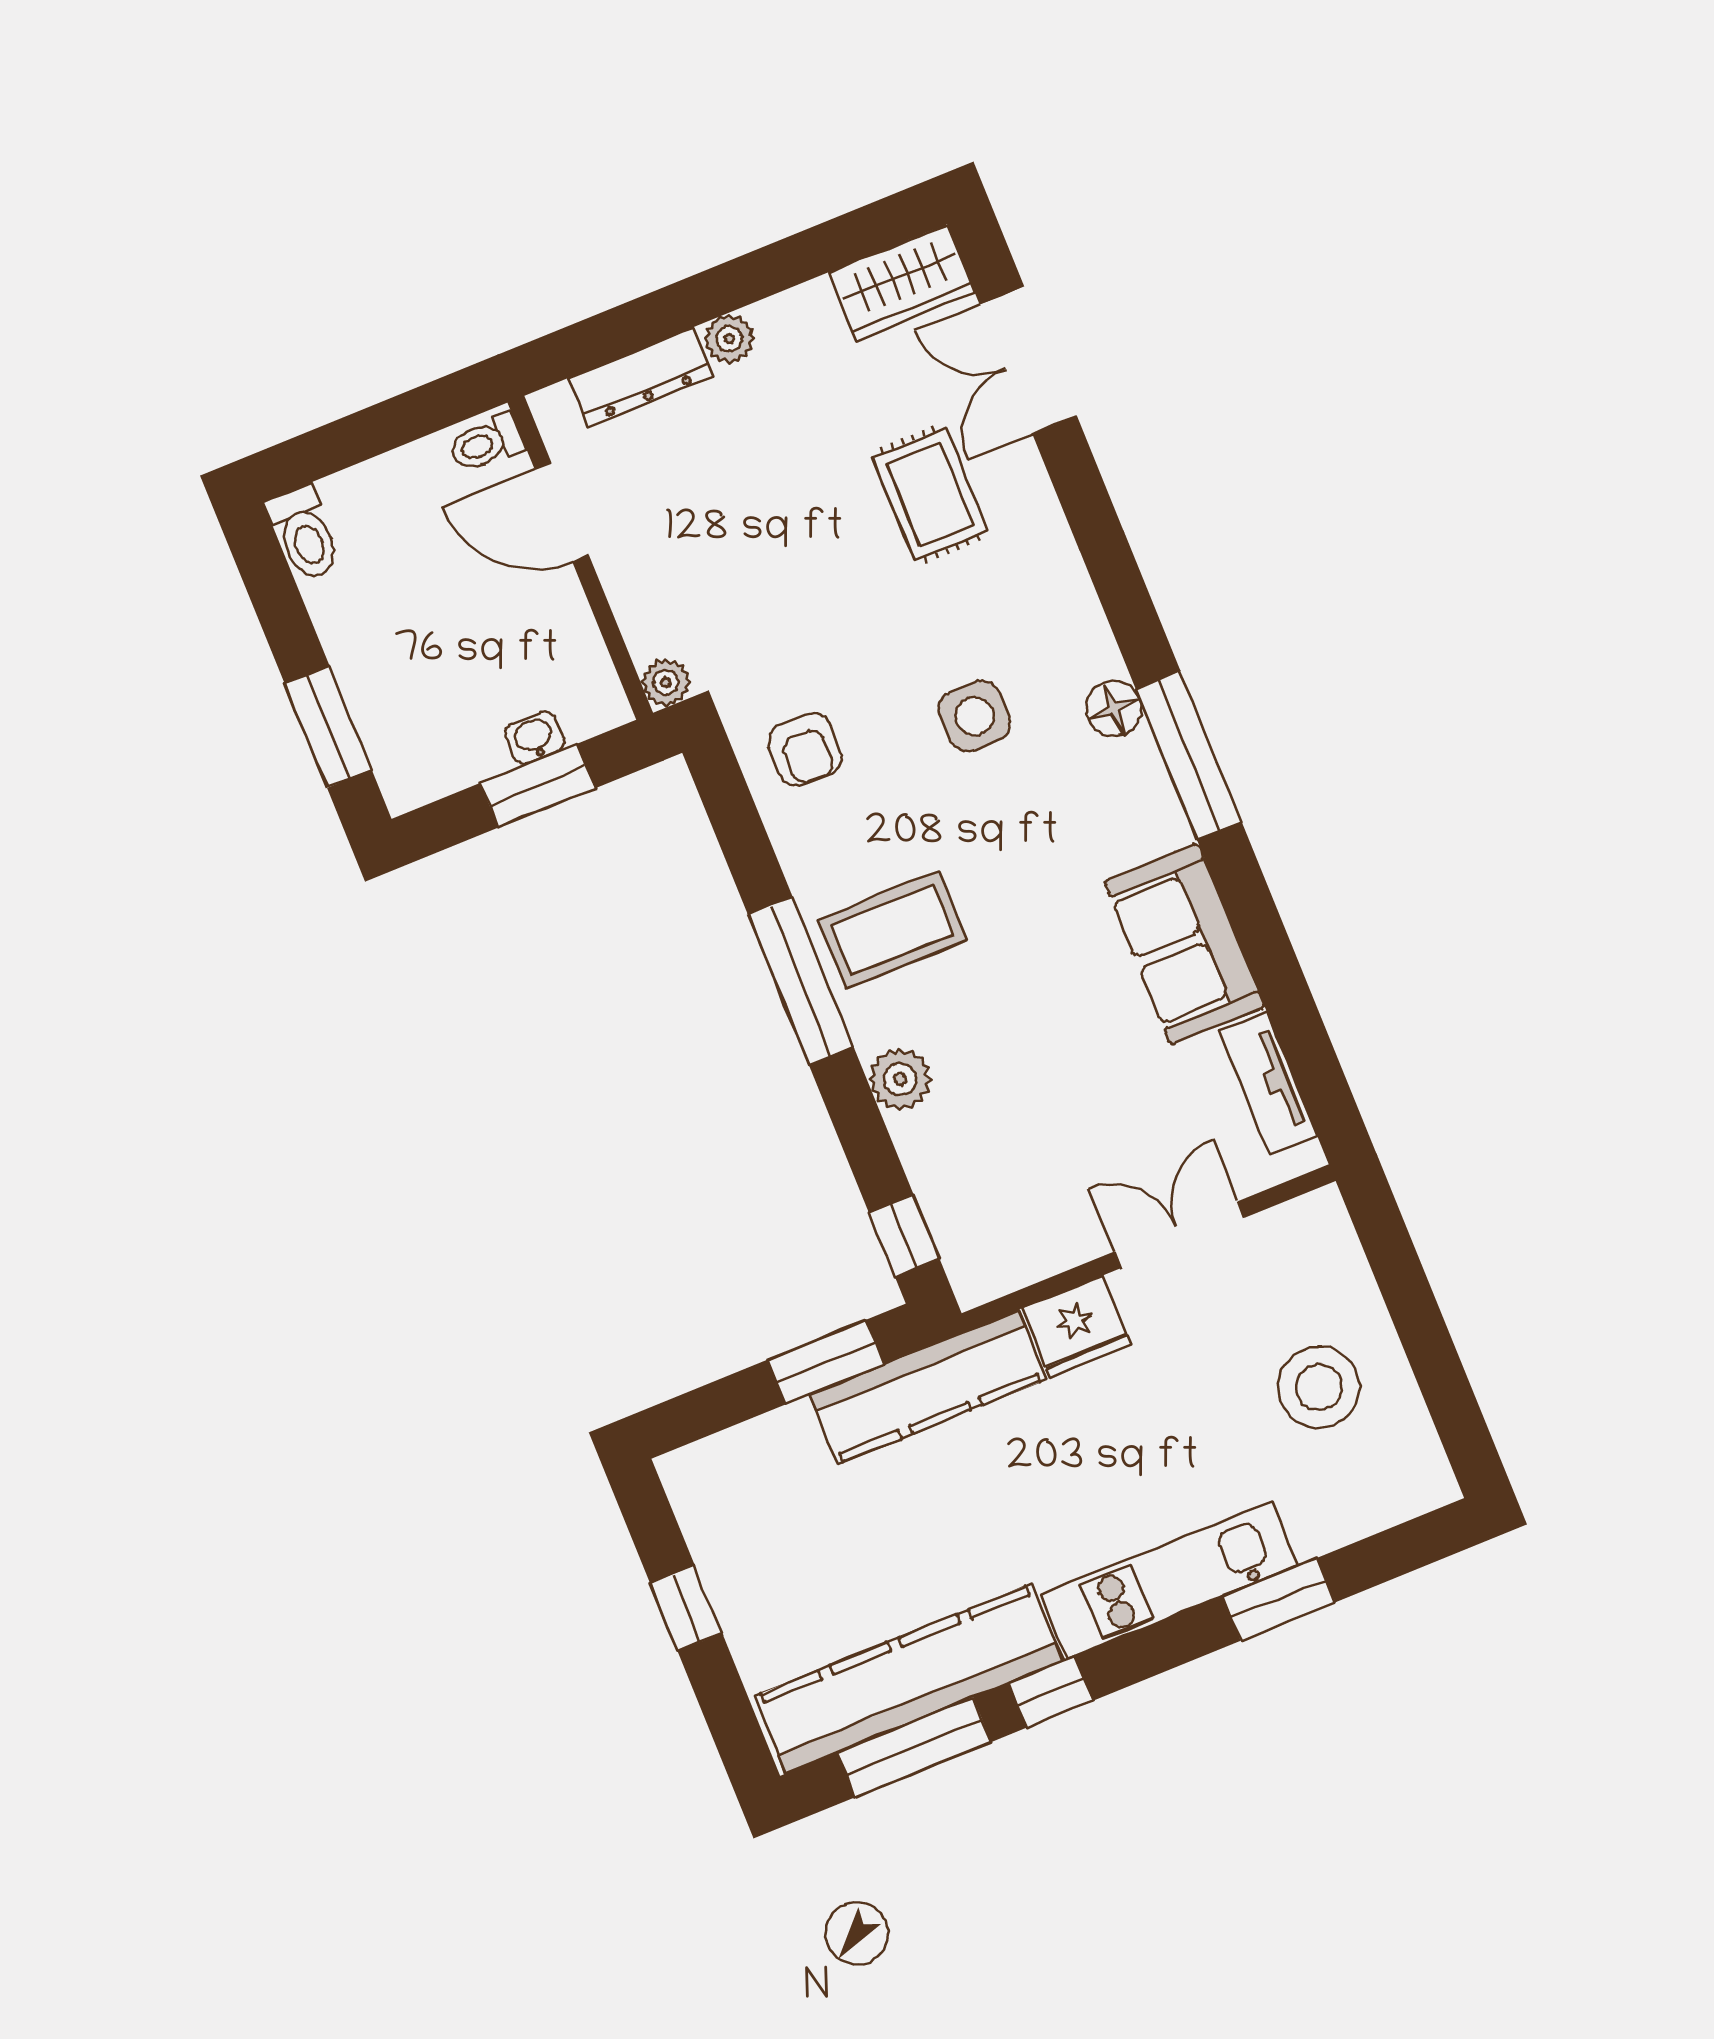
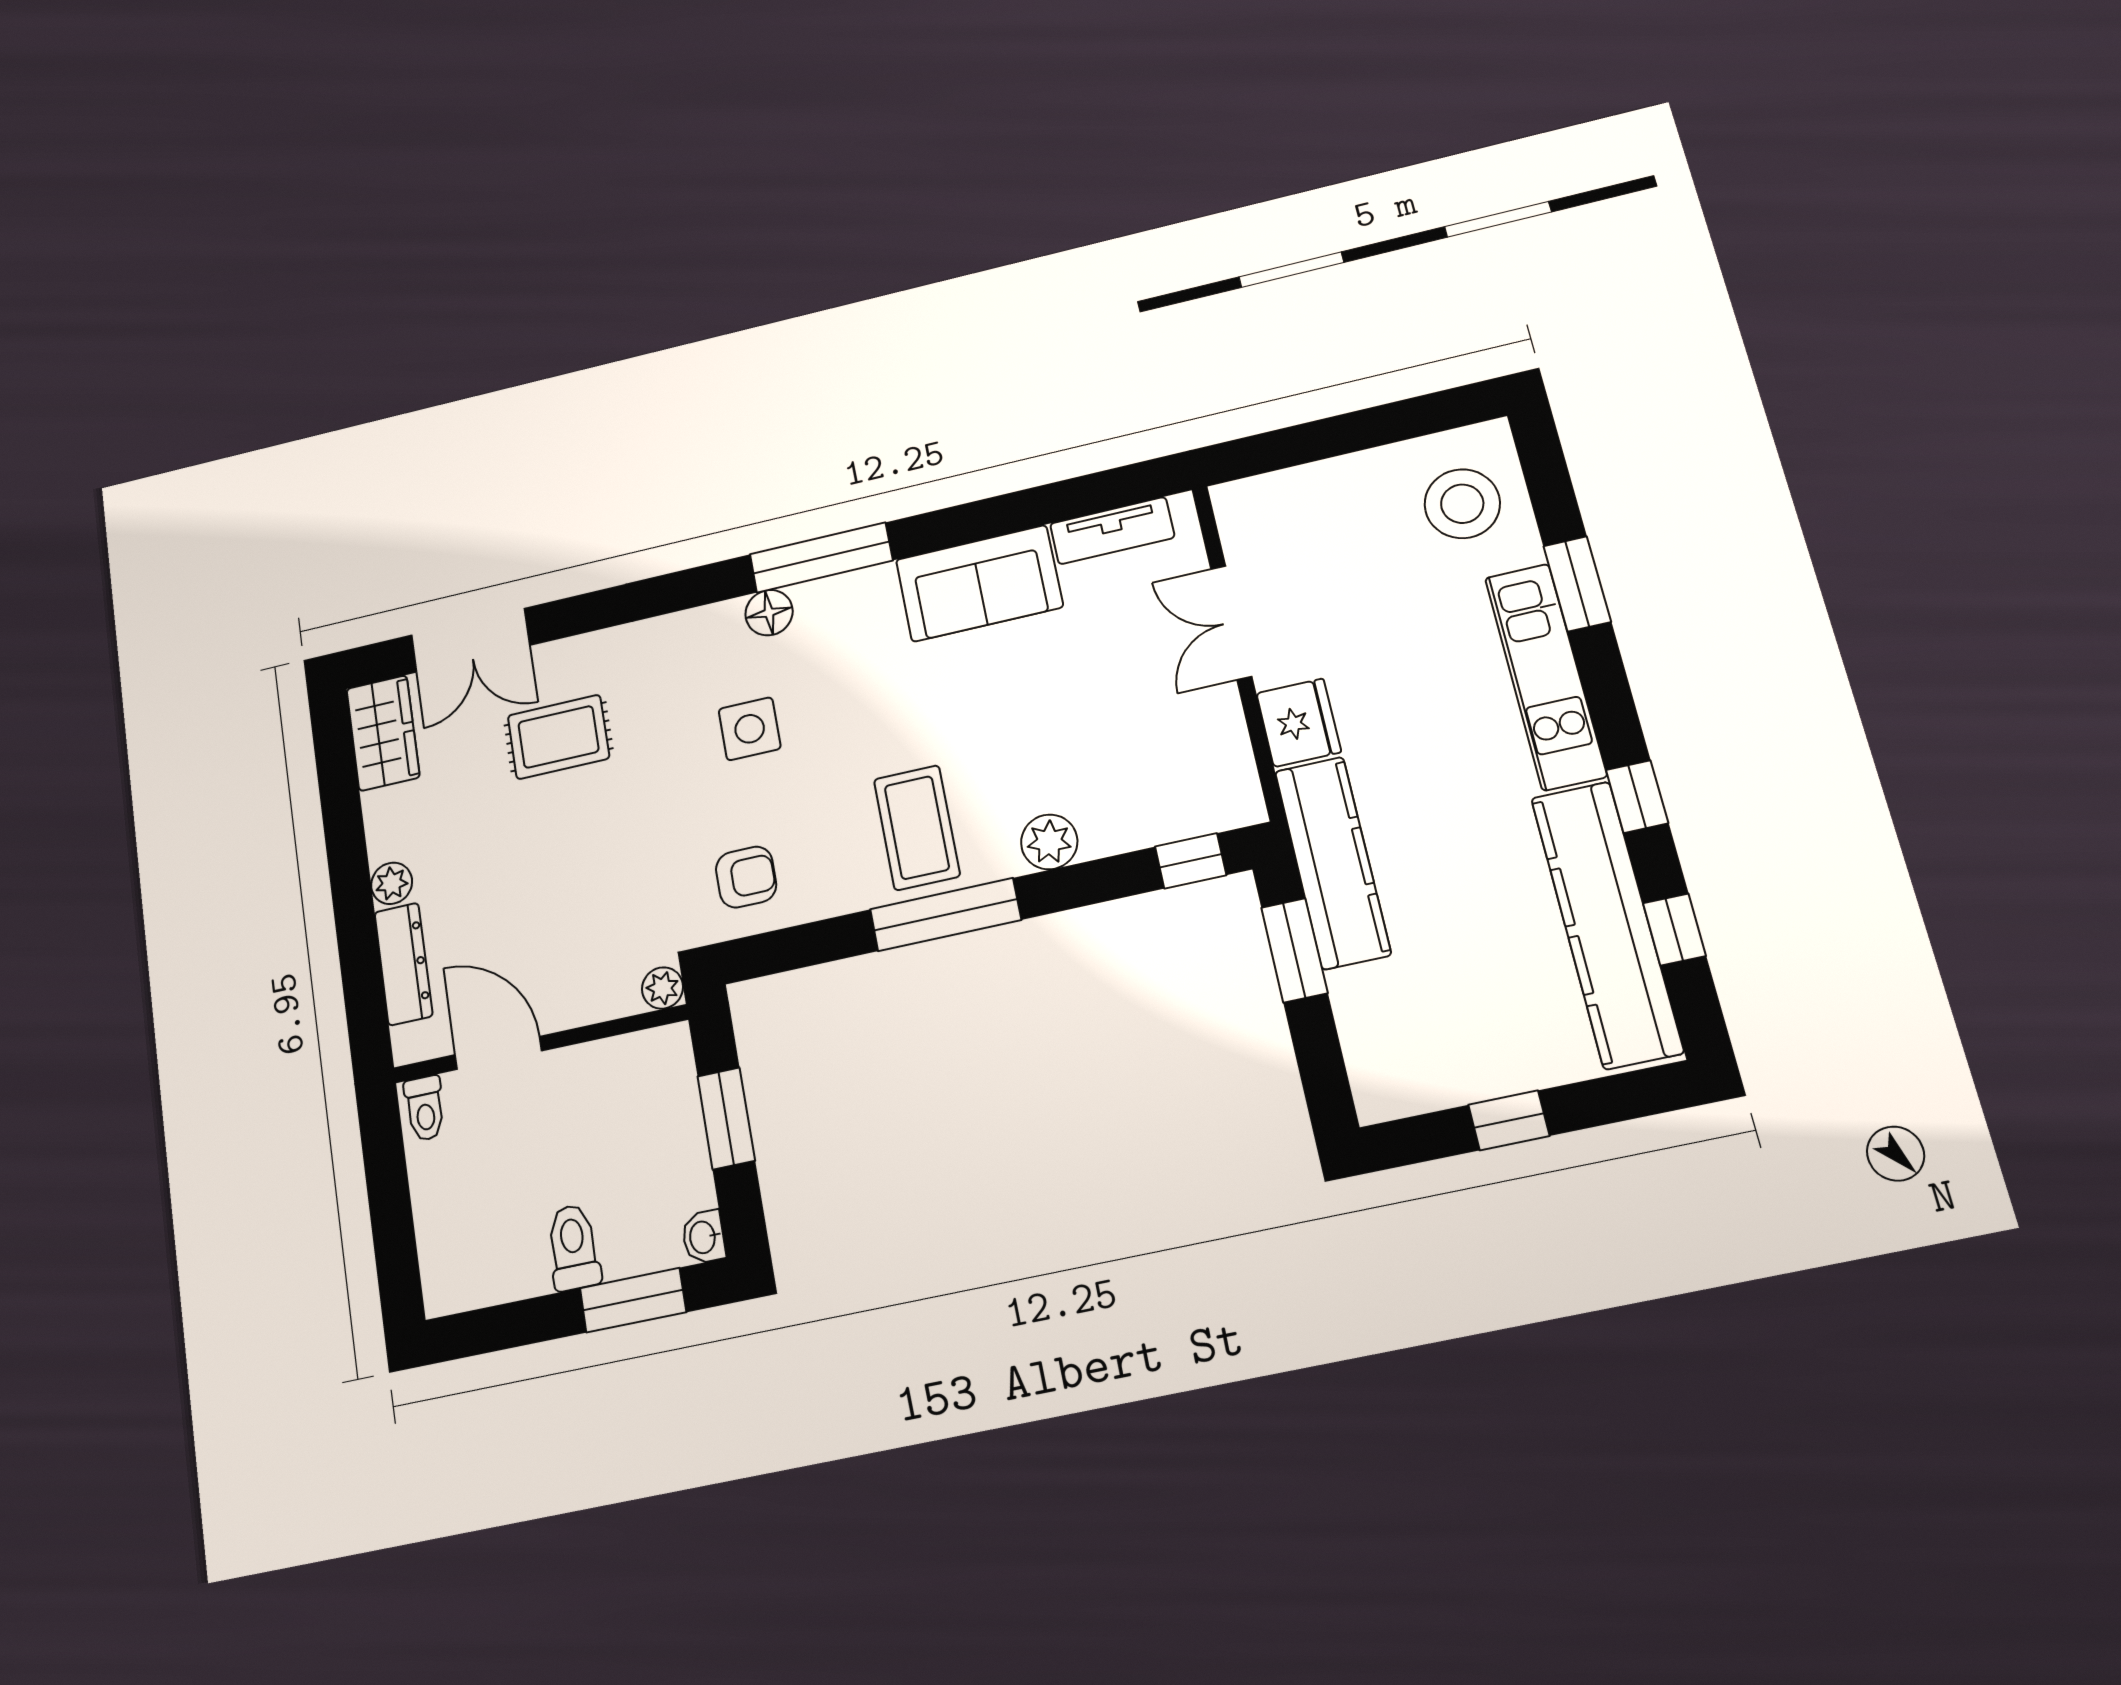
door: (562, 512) -> (498, 1053), swing flipped
toilet: (305, 533) -> (573, 1247), moved, turned -90
washbasin: (534, 738) -> (704, 1237), moved
stool: (1319, 1387) -> (1462, 504), moved
window: (914, 1747) -> (1674, 930), width x0.46

